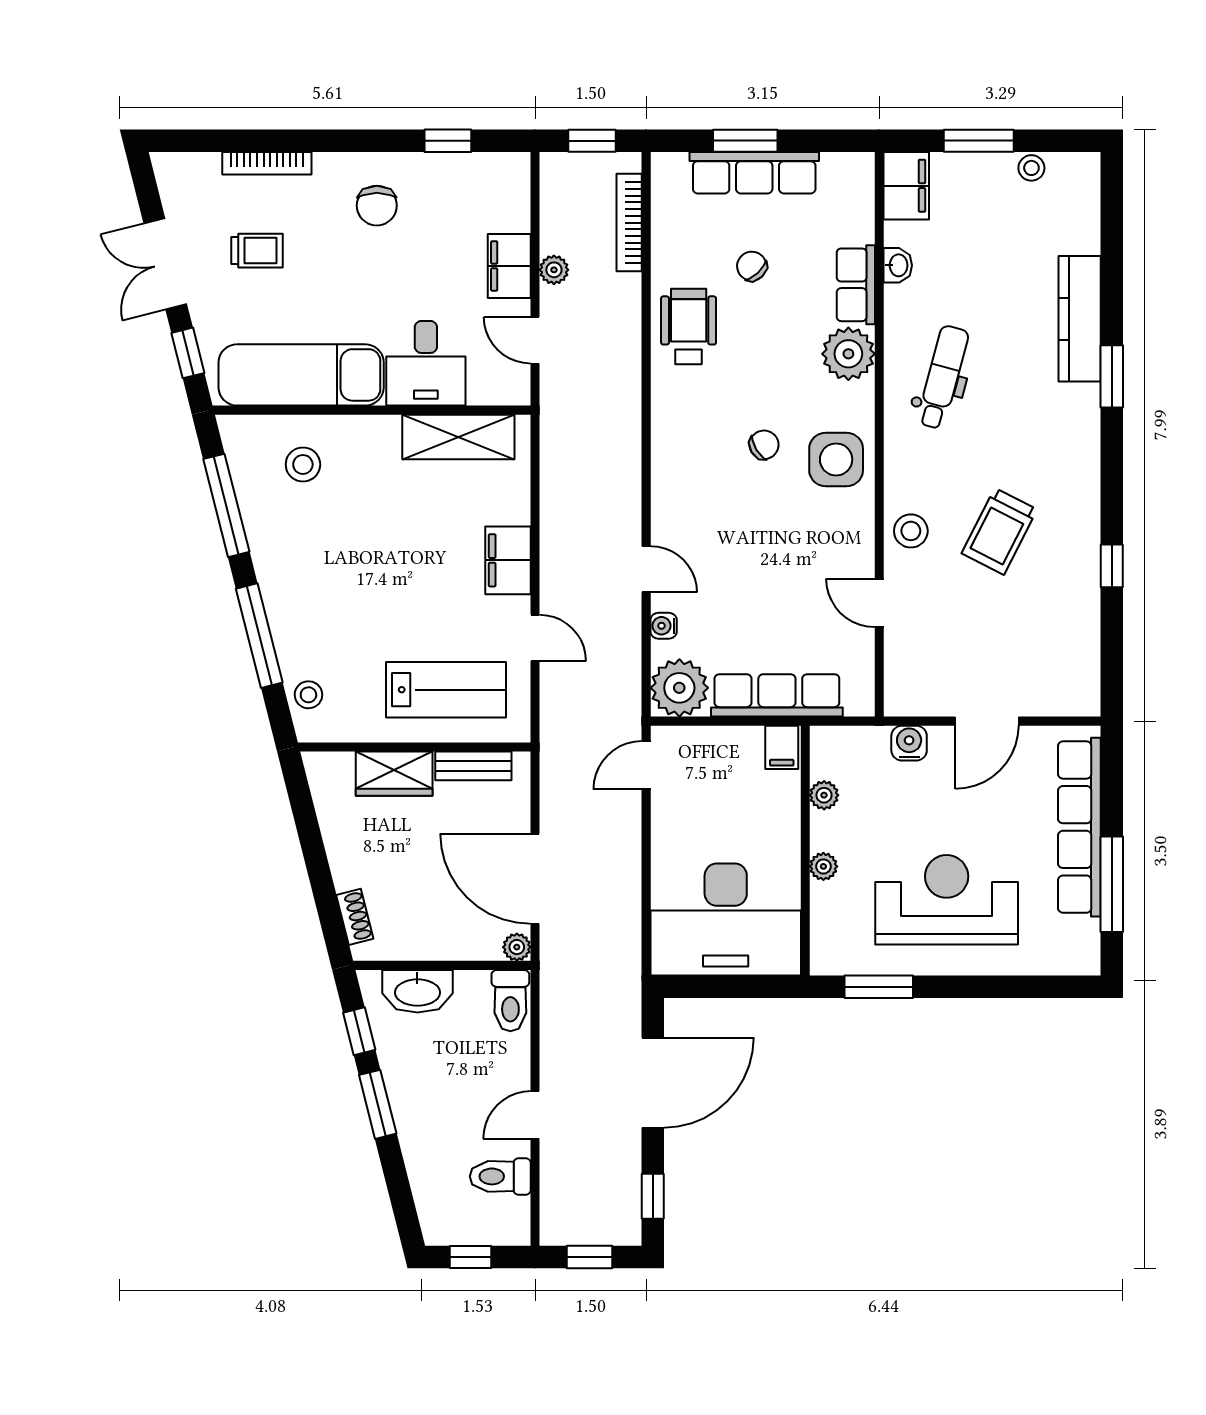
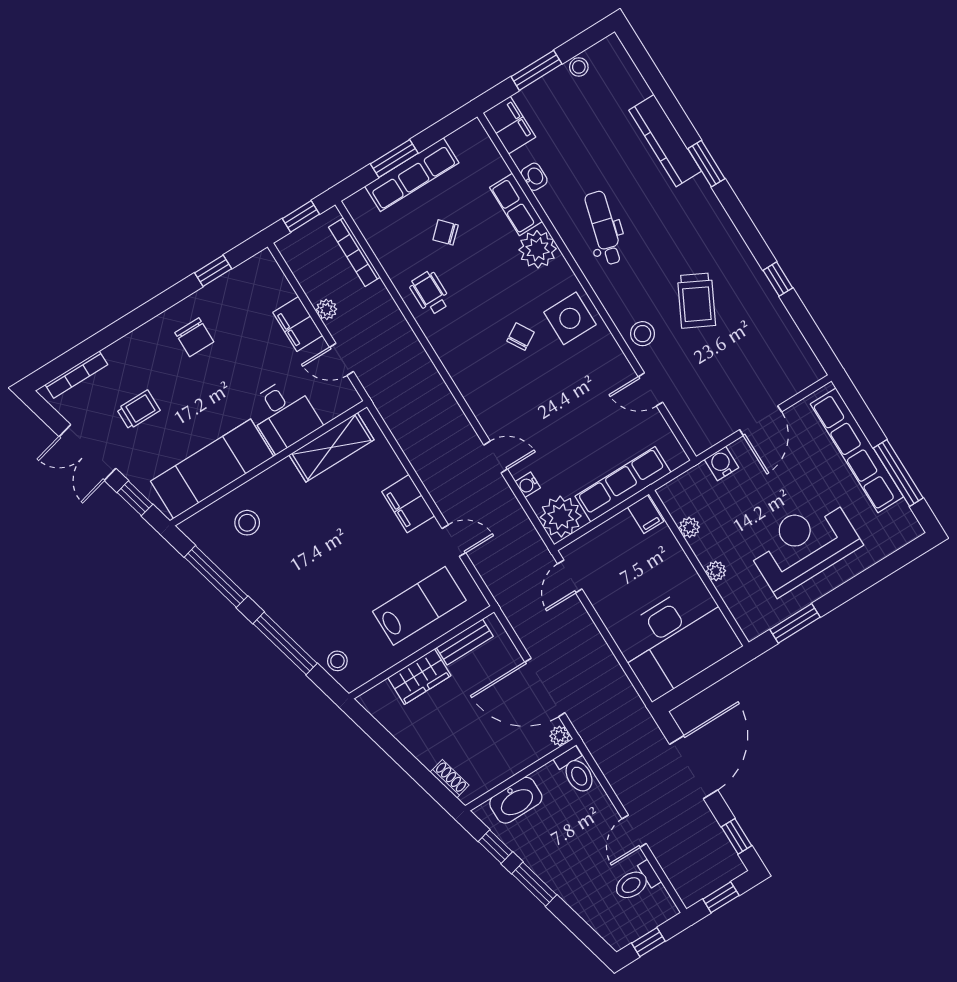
bookcase: (267, 163) -> (76, 375), moved
wheelchair: (689, 327) -> (430, 293), width x0.73, depth x0.73

